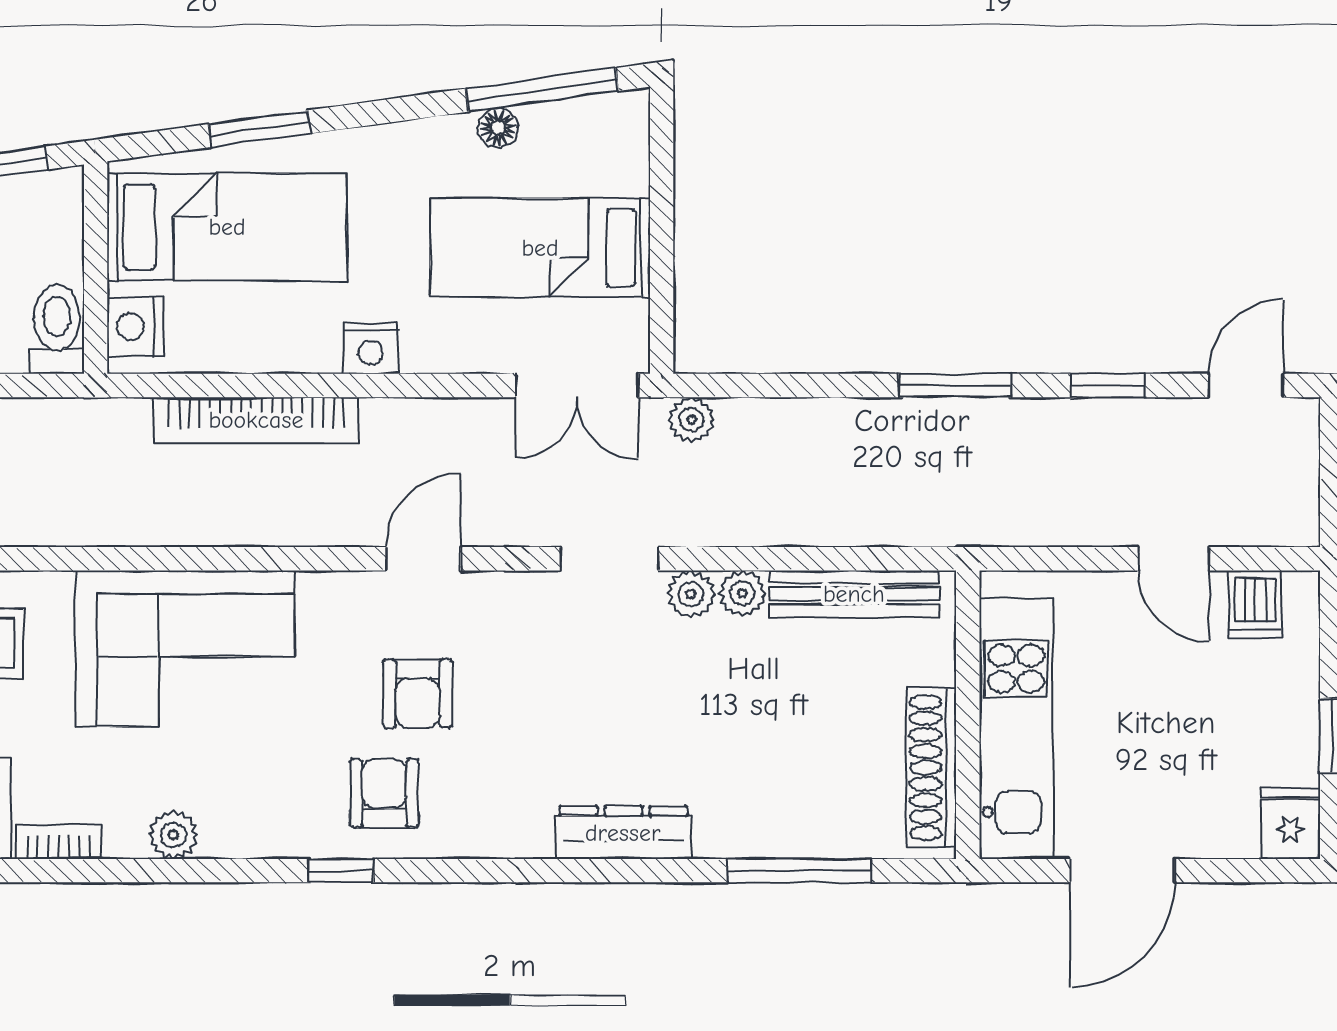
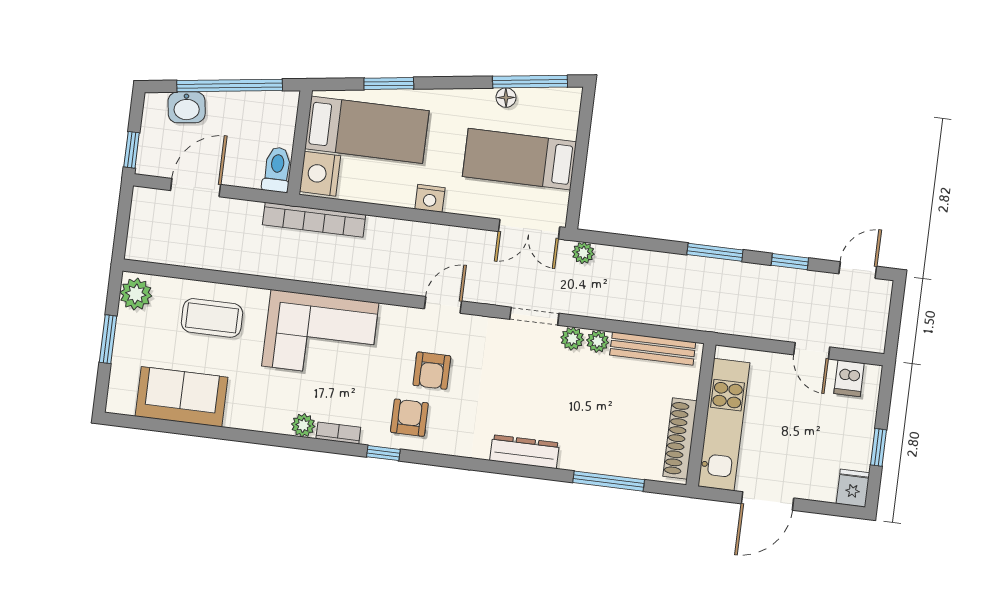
nightstand: (135, 327) -> (320, 174), width x1.36, depth x1.33
bookcase: (256, 420) -> (314, 220), moved
bookcase: (58, 842) -> (338, 433), moved

